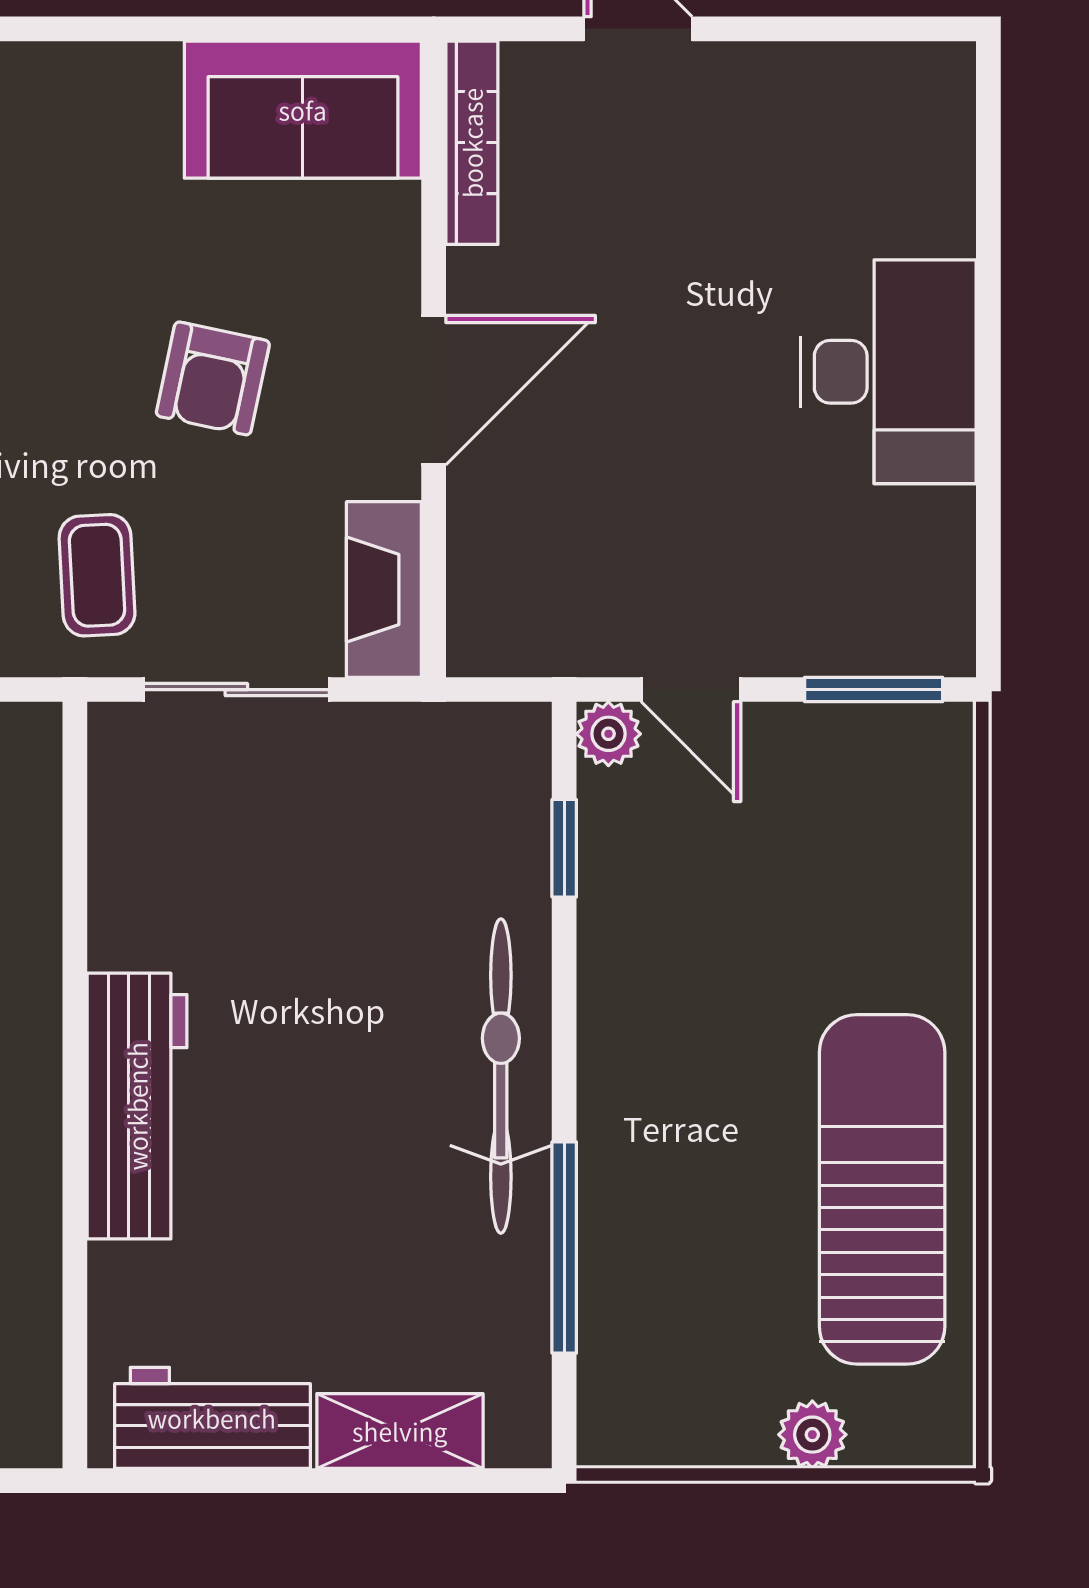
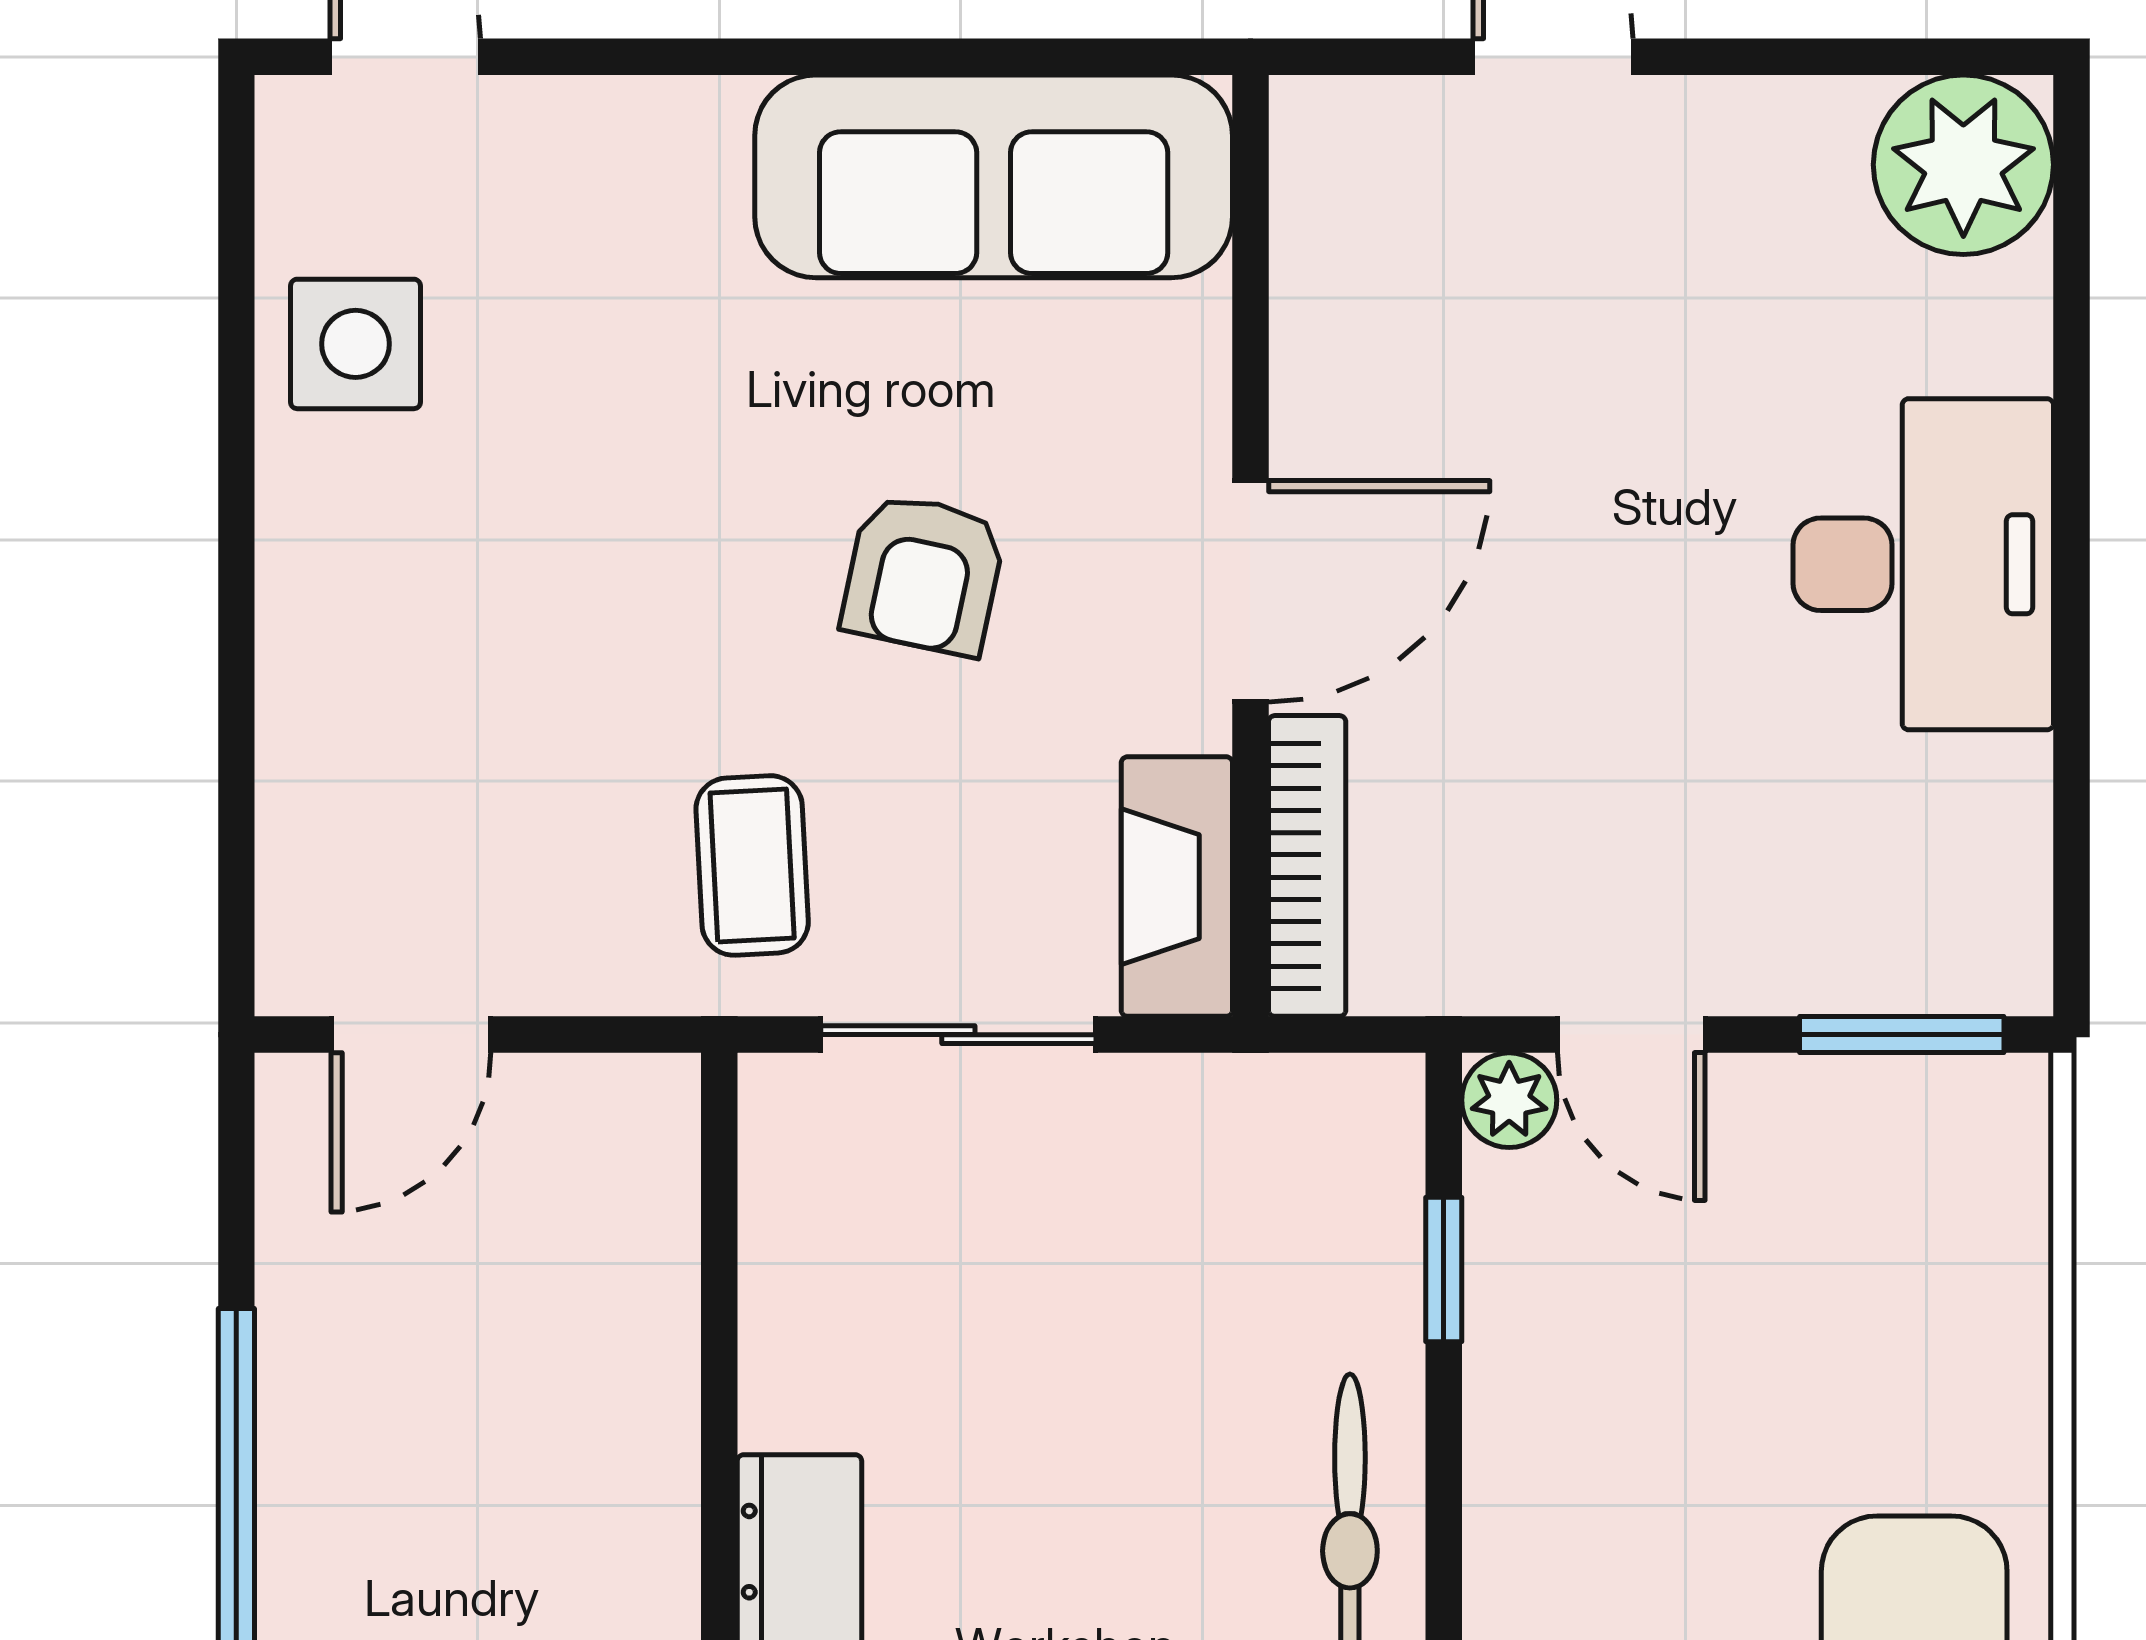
plant: (915, 102) -> (1963, 165), added
sofa: (303, 110) -> (994, 176), width x1.36
bookcase: (472, 143) -> (1307, 866), moved

